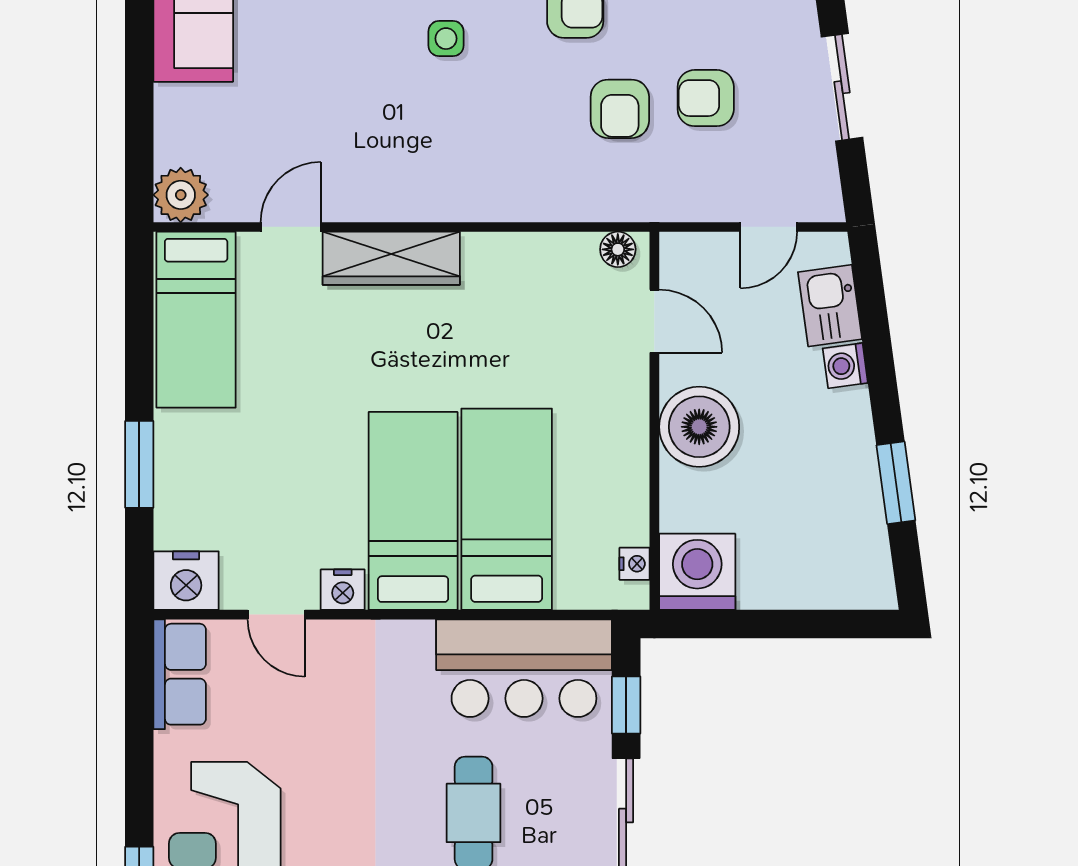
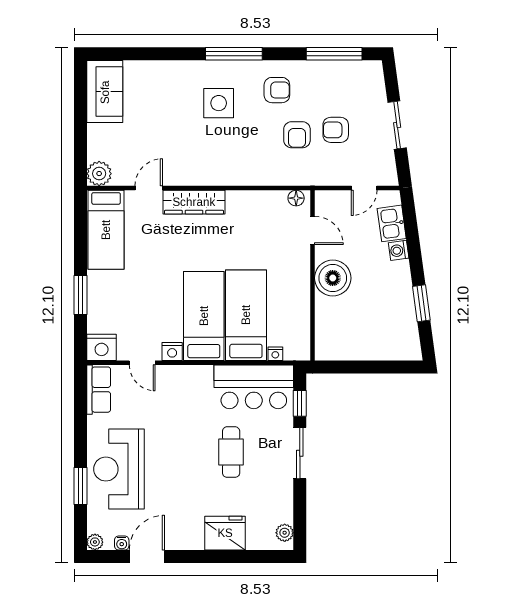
side table: (446, 39) -> (219, 103), width x1.87, depth x1.87
nightstand: (635, 564) -> (275, 354), moved, turned 90
washing machine: (697, 572) -> (332, 343), removed

